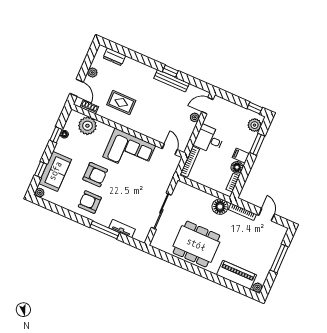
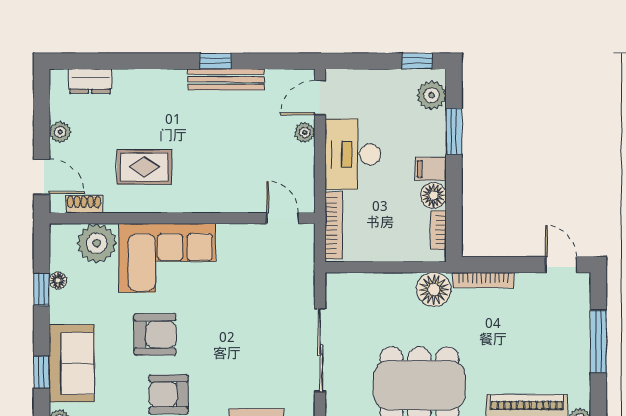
desk: (209, 139) -> (353, 154), width x1.37
corner sofa: (129, 151) -> (167, 258), moved
door: (267, 215) -> (561, 265), moved

